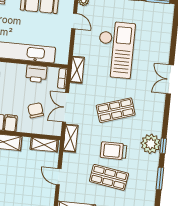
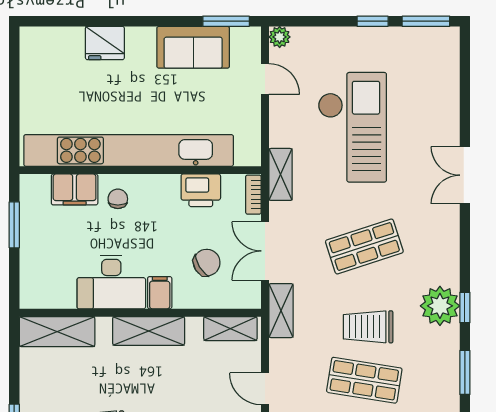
chair: (36, 110) -> (207, 263), turned 77

